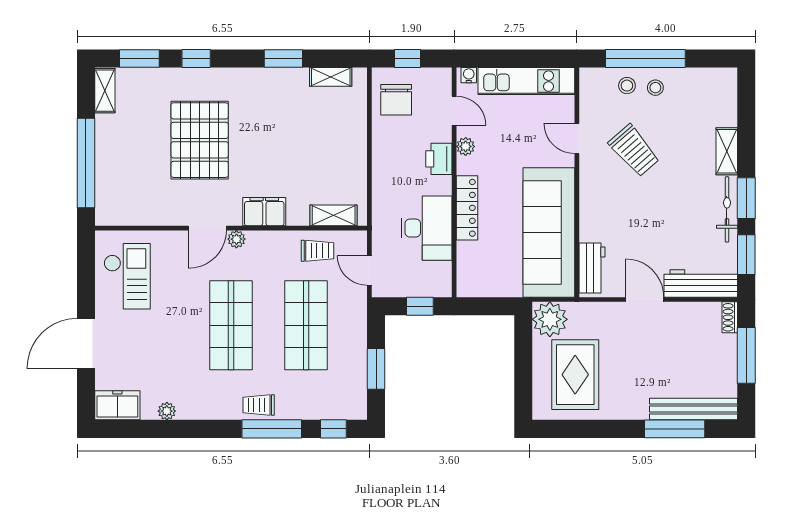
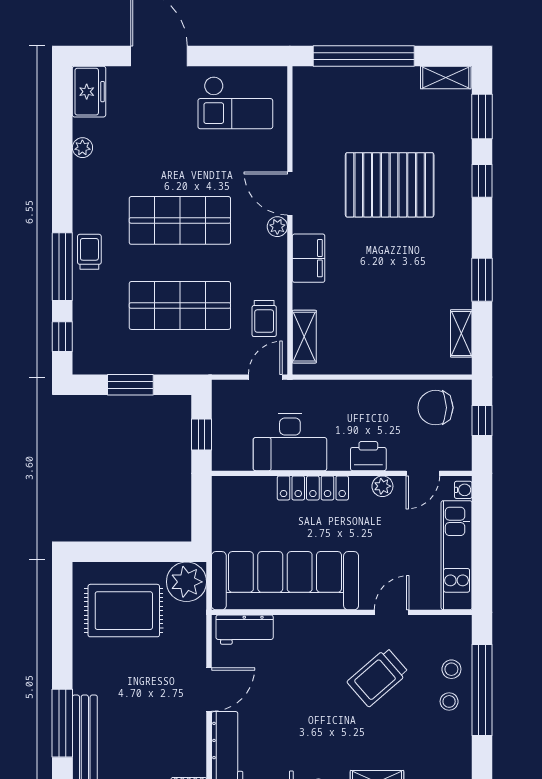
door: (369, 270) -> (265, 377), moved

